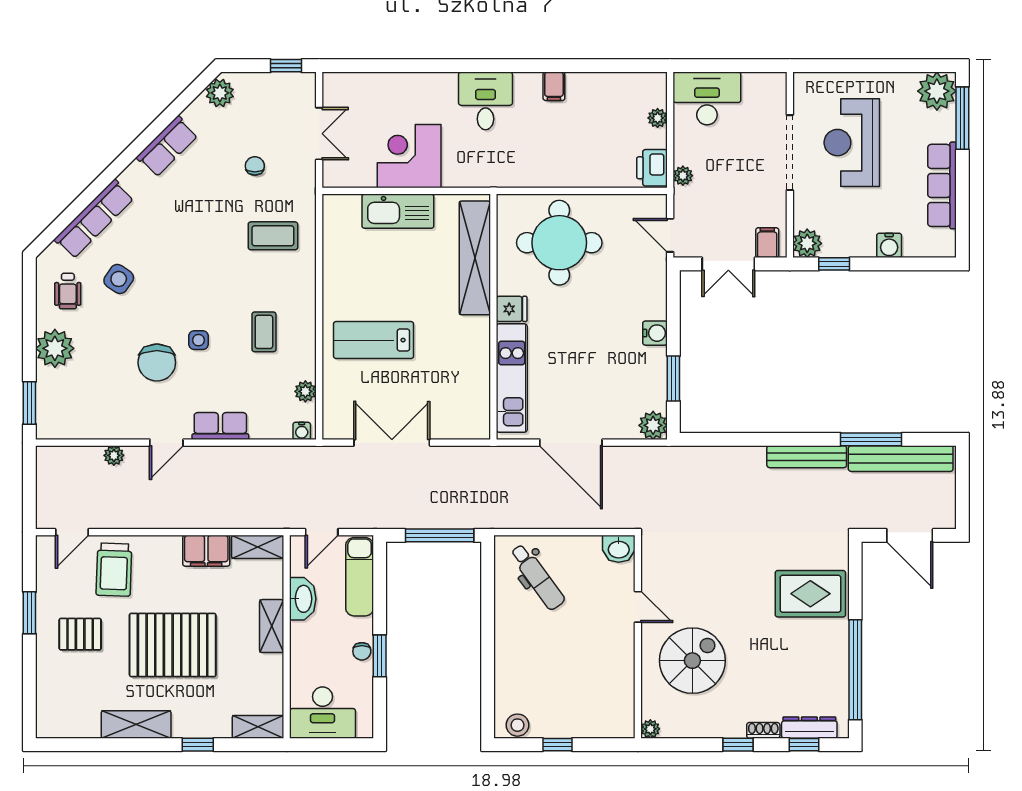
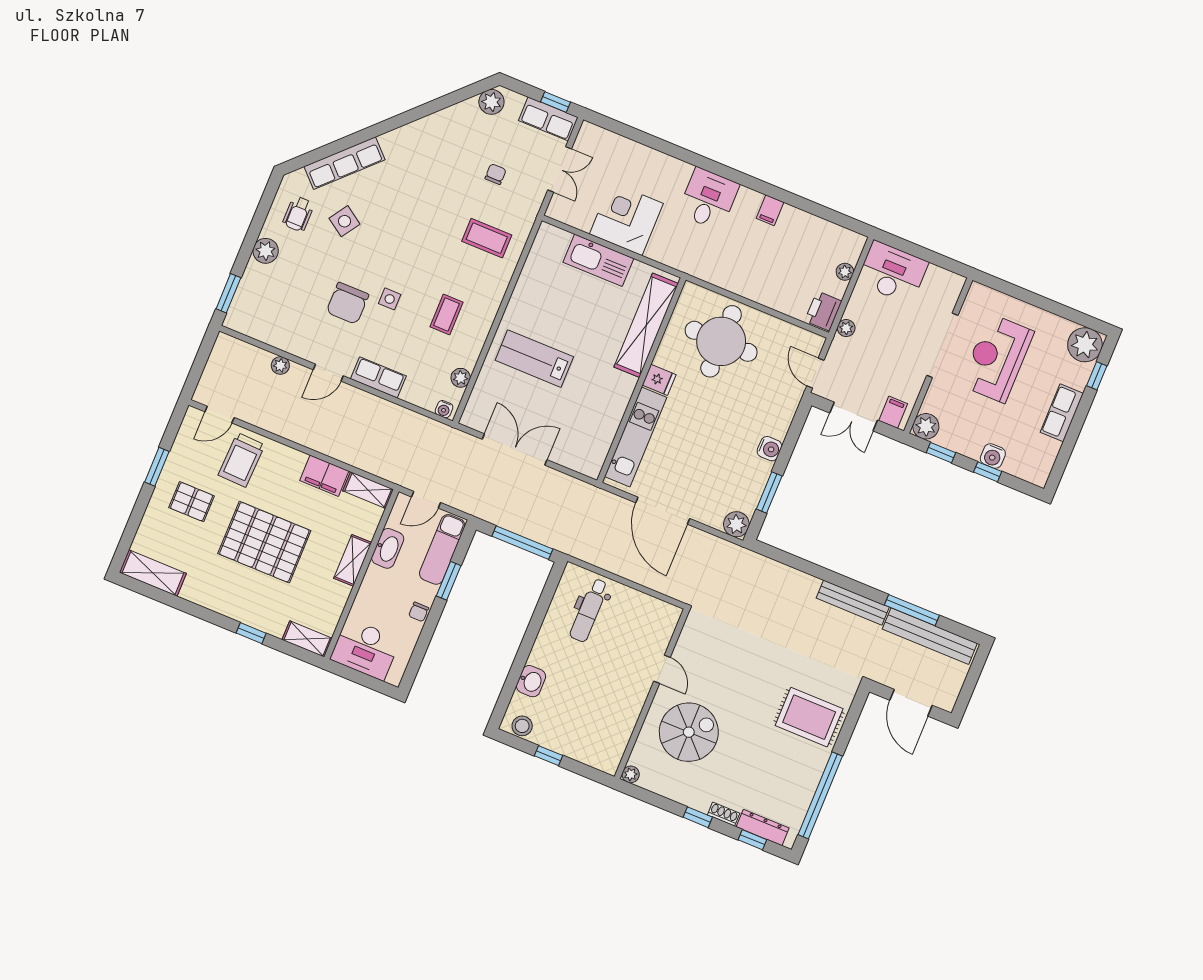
window: (962, 118) -> (1097, 376), width x0.46
row of seats: (167, 146) -> (548, 119), moved, turned 45
row of seats: (942, 185) -> (1062, 413), width x0.68
window: (890, 264) -> (988, 472), added
plant: (55, 348) -> (266, 251), width x0.73, depth x0.73
washbasin: (619, 549) -> (531, 681), moved, turned -90
dental chair: (537, 577) -> (589, 610), turned 36
window: (380, 656) -> (449, 581), moved
shelving: (136, 724) -> (153, 573), moved

